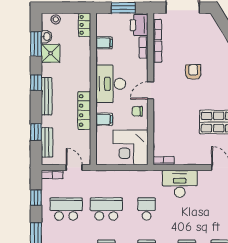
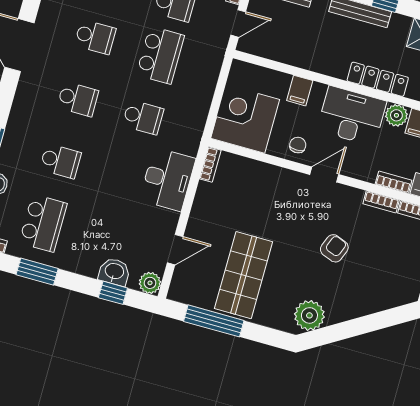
plant: (103, 57) -> (396, 115), added
armchair: (193, 72) -> (334, 248), turned -69
door: (151, 90) -> (324, 174), hinge flipped
locker: (84, 110) -> (378, 79), moved

